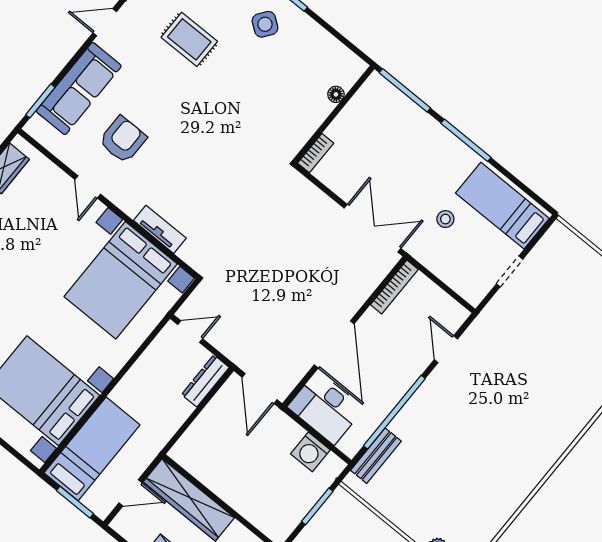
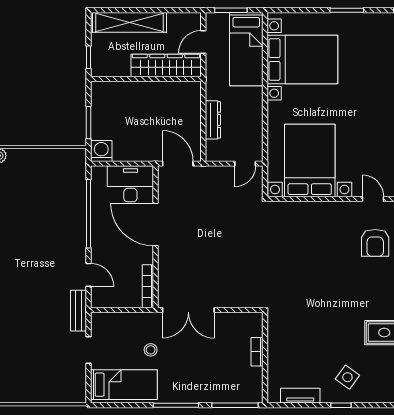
floor lamp: (336, 94) -> (273, 370), removed
bookcase: (316, 153) -> (257, 352), moved
tv unit: (160, 229) -> (300, 396), moved, turned 180
dresser: (205, 381) -> (213, 120), moved
washing machine: (310, 452) -> (101, 151), moved
bench: (376, 456) -> (79, 311), moved

